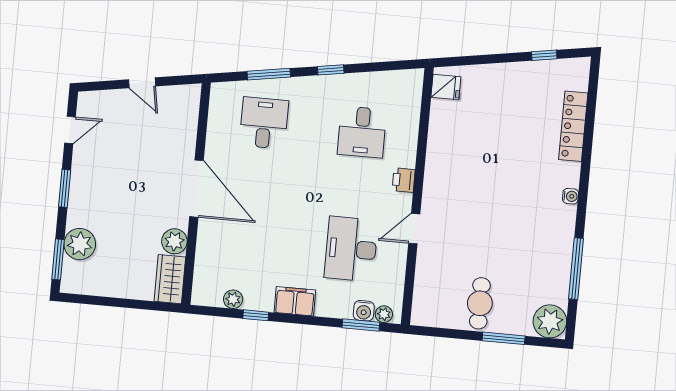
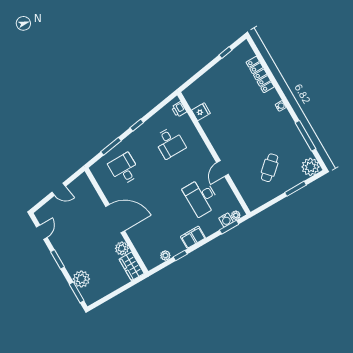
fridge: (446, 87) -> (201, 112), moved
printer: (404, 180) -> (179, 109), moved
cafe table: (480, 303) -> (270, 168), moved, turned 48

